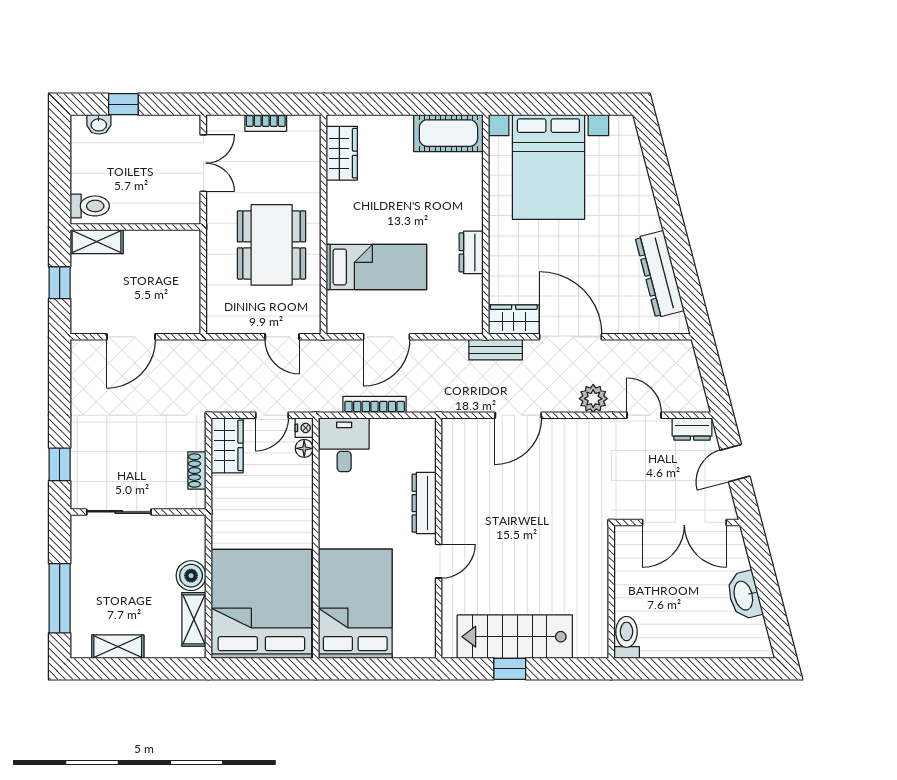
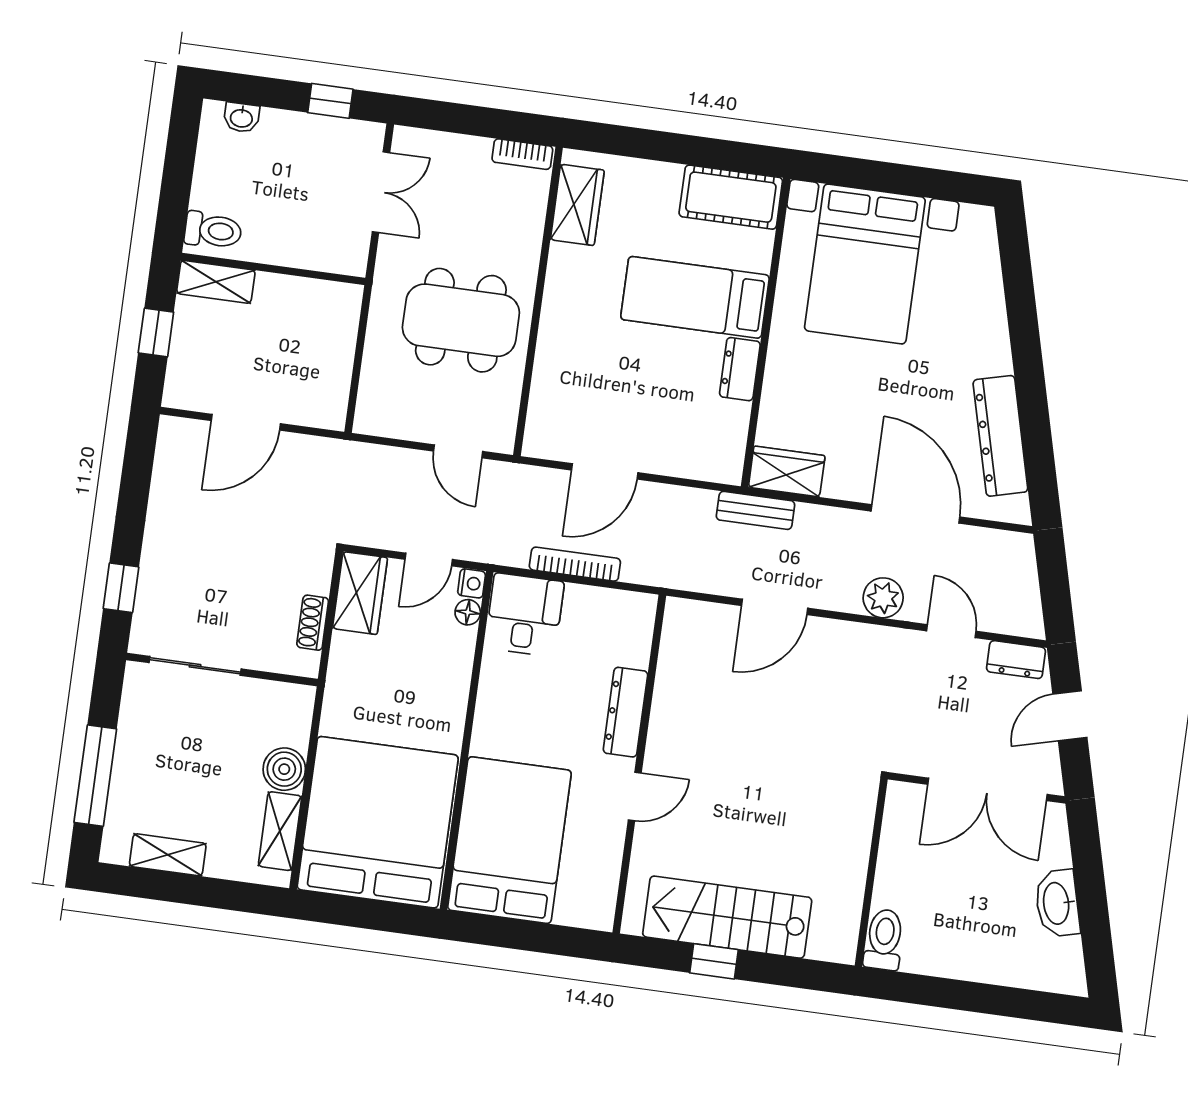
window: (123, 104) -> (330, 101), moved
bookcase: (266, 123) -> (522, 154), moved
dining table: (272, 245) -> (461, 320), turned 90
bed: (376, 267) -> (695, 297), moved, turned 180
door: (571, 337) -> (915, 514), moved

